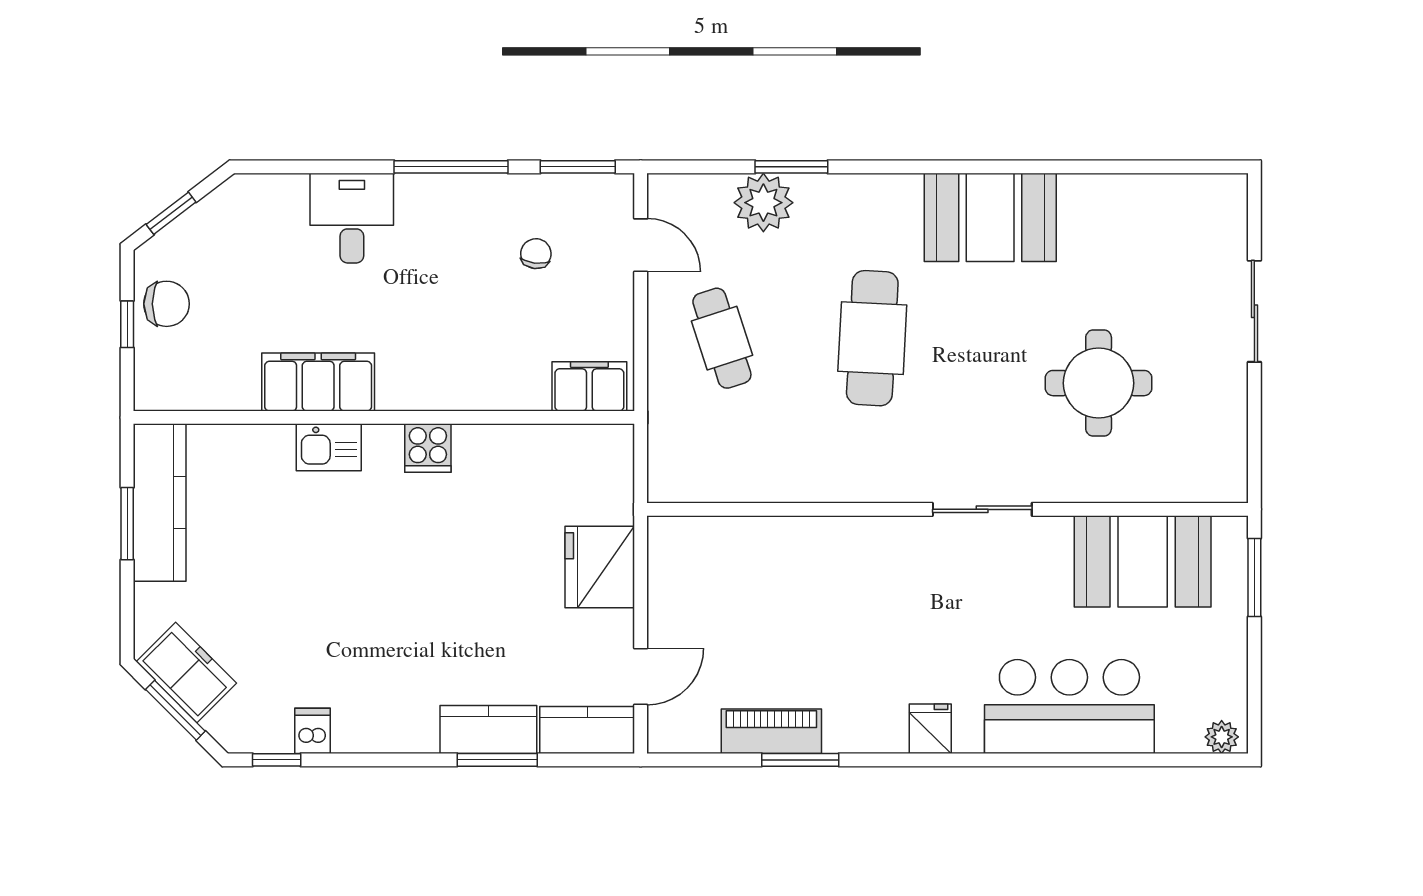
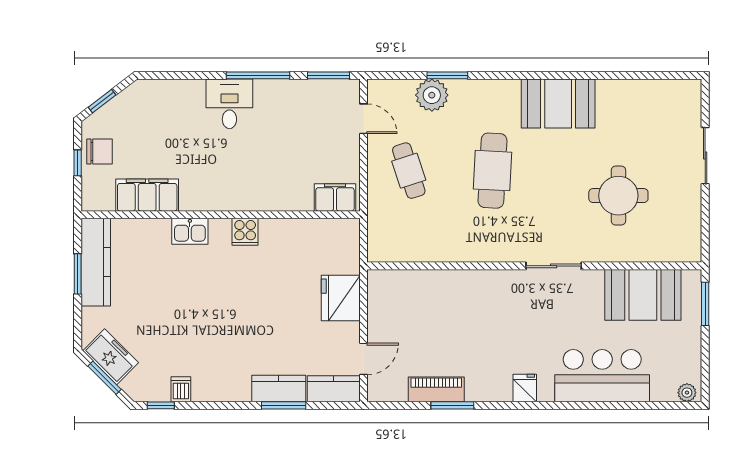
desk: (352, 218) -> (229, 104), moved
chair: (536, 254) -> (305, 124), removed
filing cabinet: (318, 382) -> (147, 195), moved

